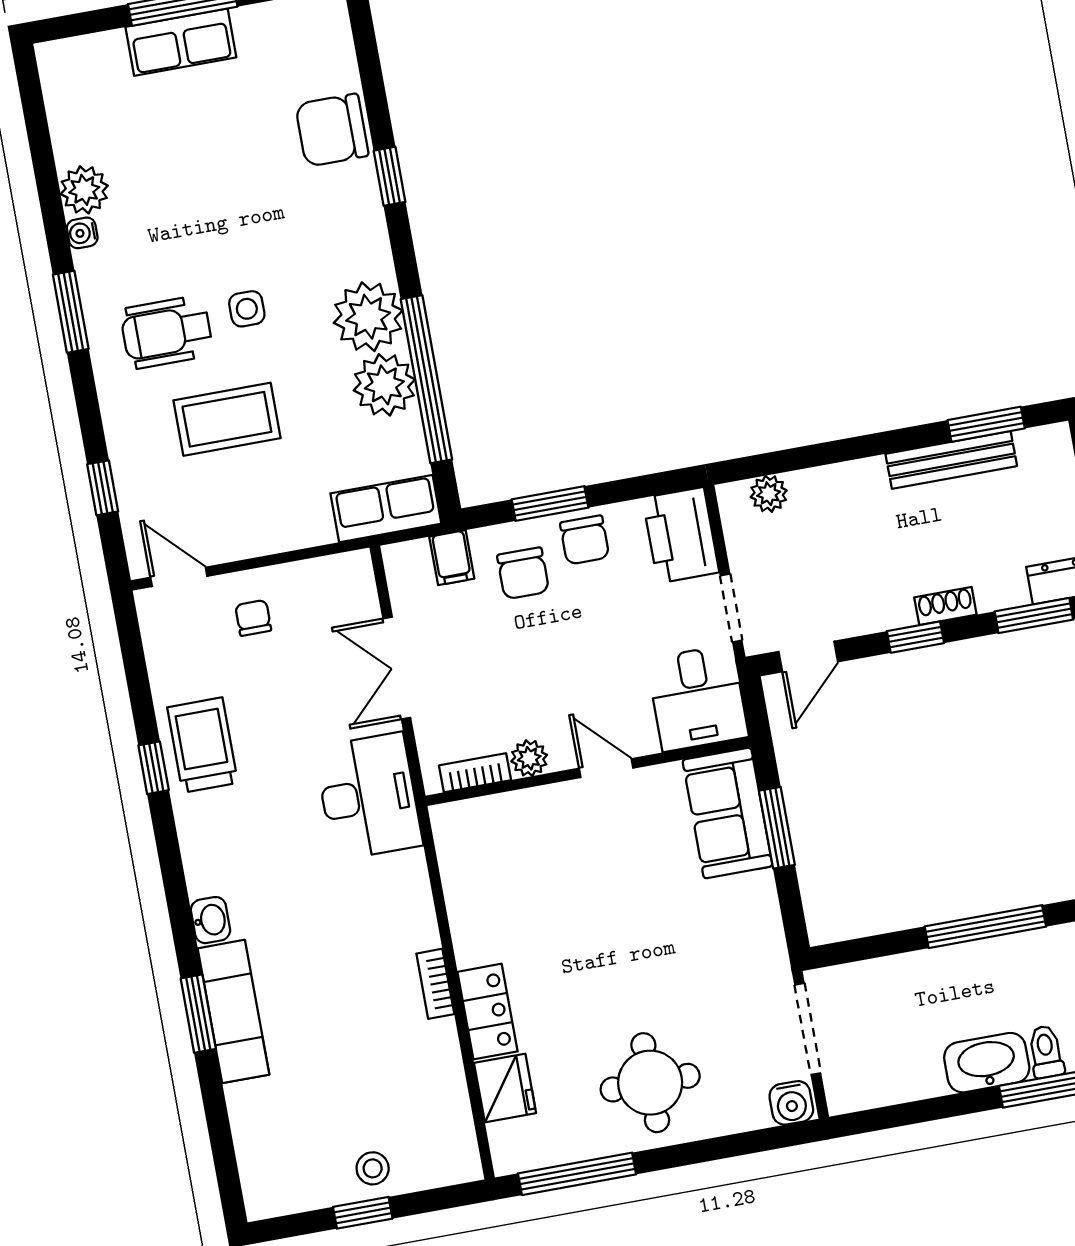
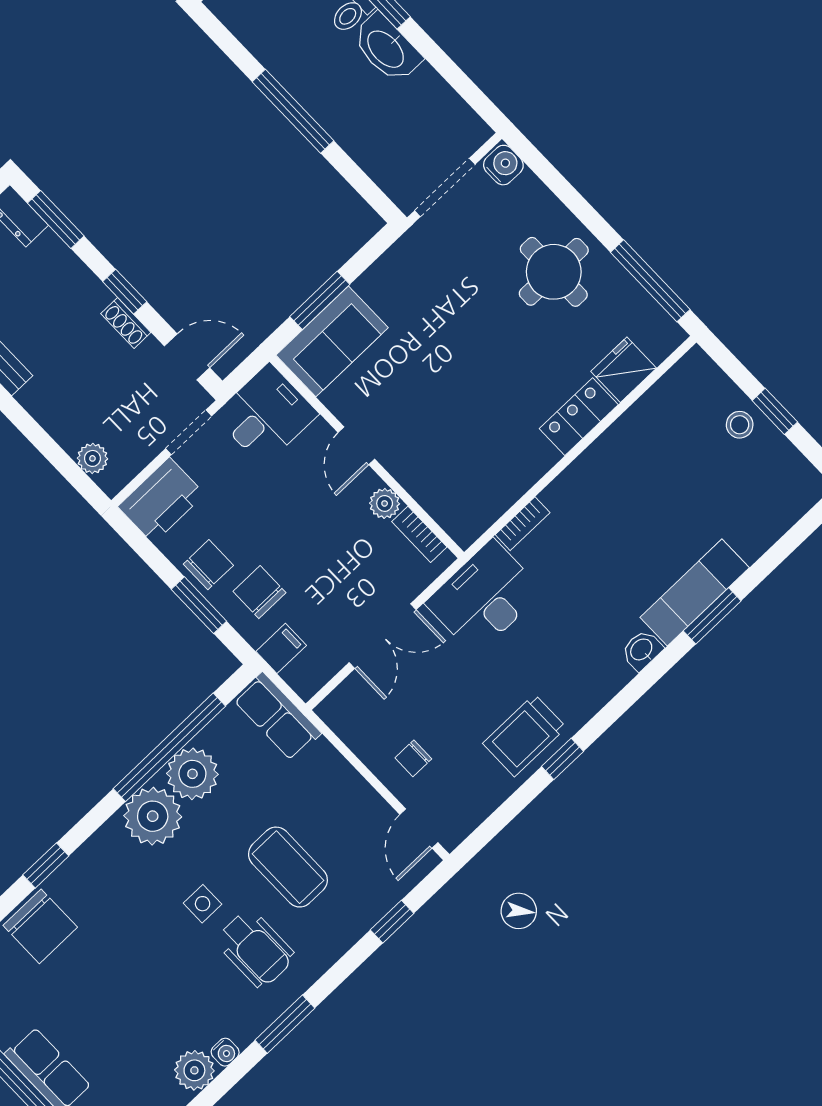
chair: (523, 573) -> (259, 592), turned -90
shoe rack: (945, 606) -> (126, 323), moved
bookcase: (435, 984) -> (523, 524), moved

